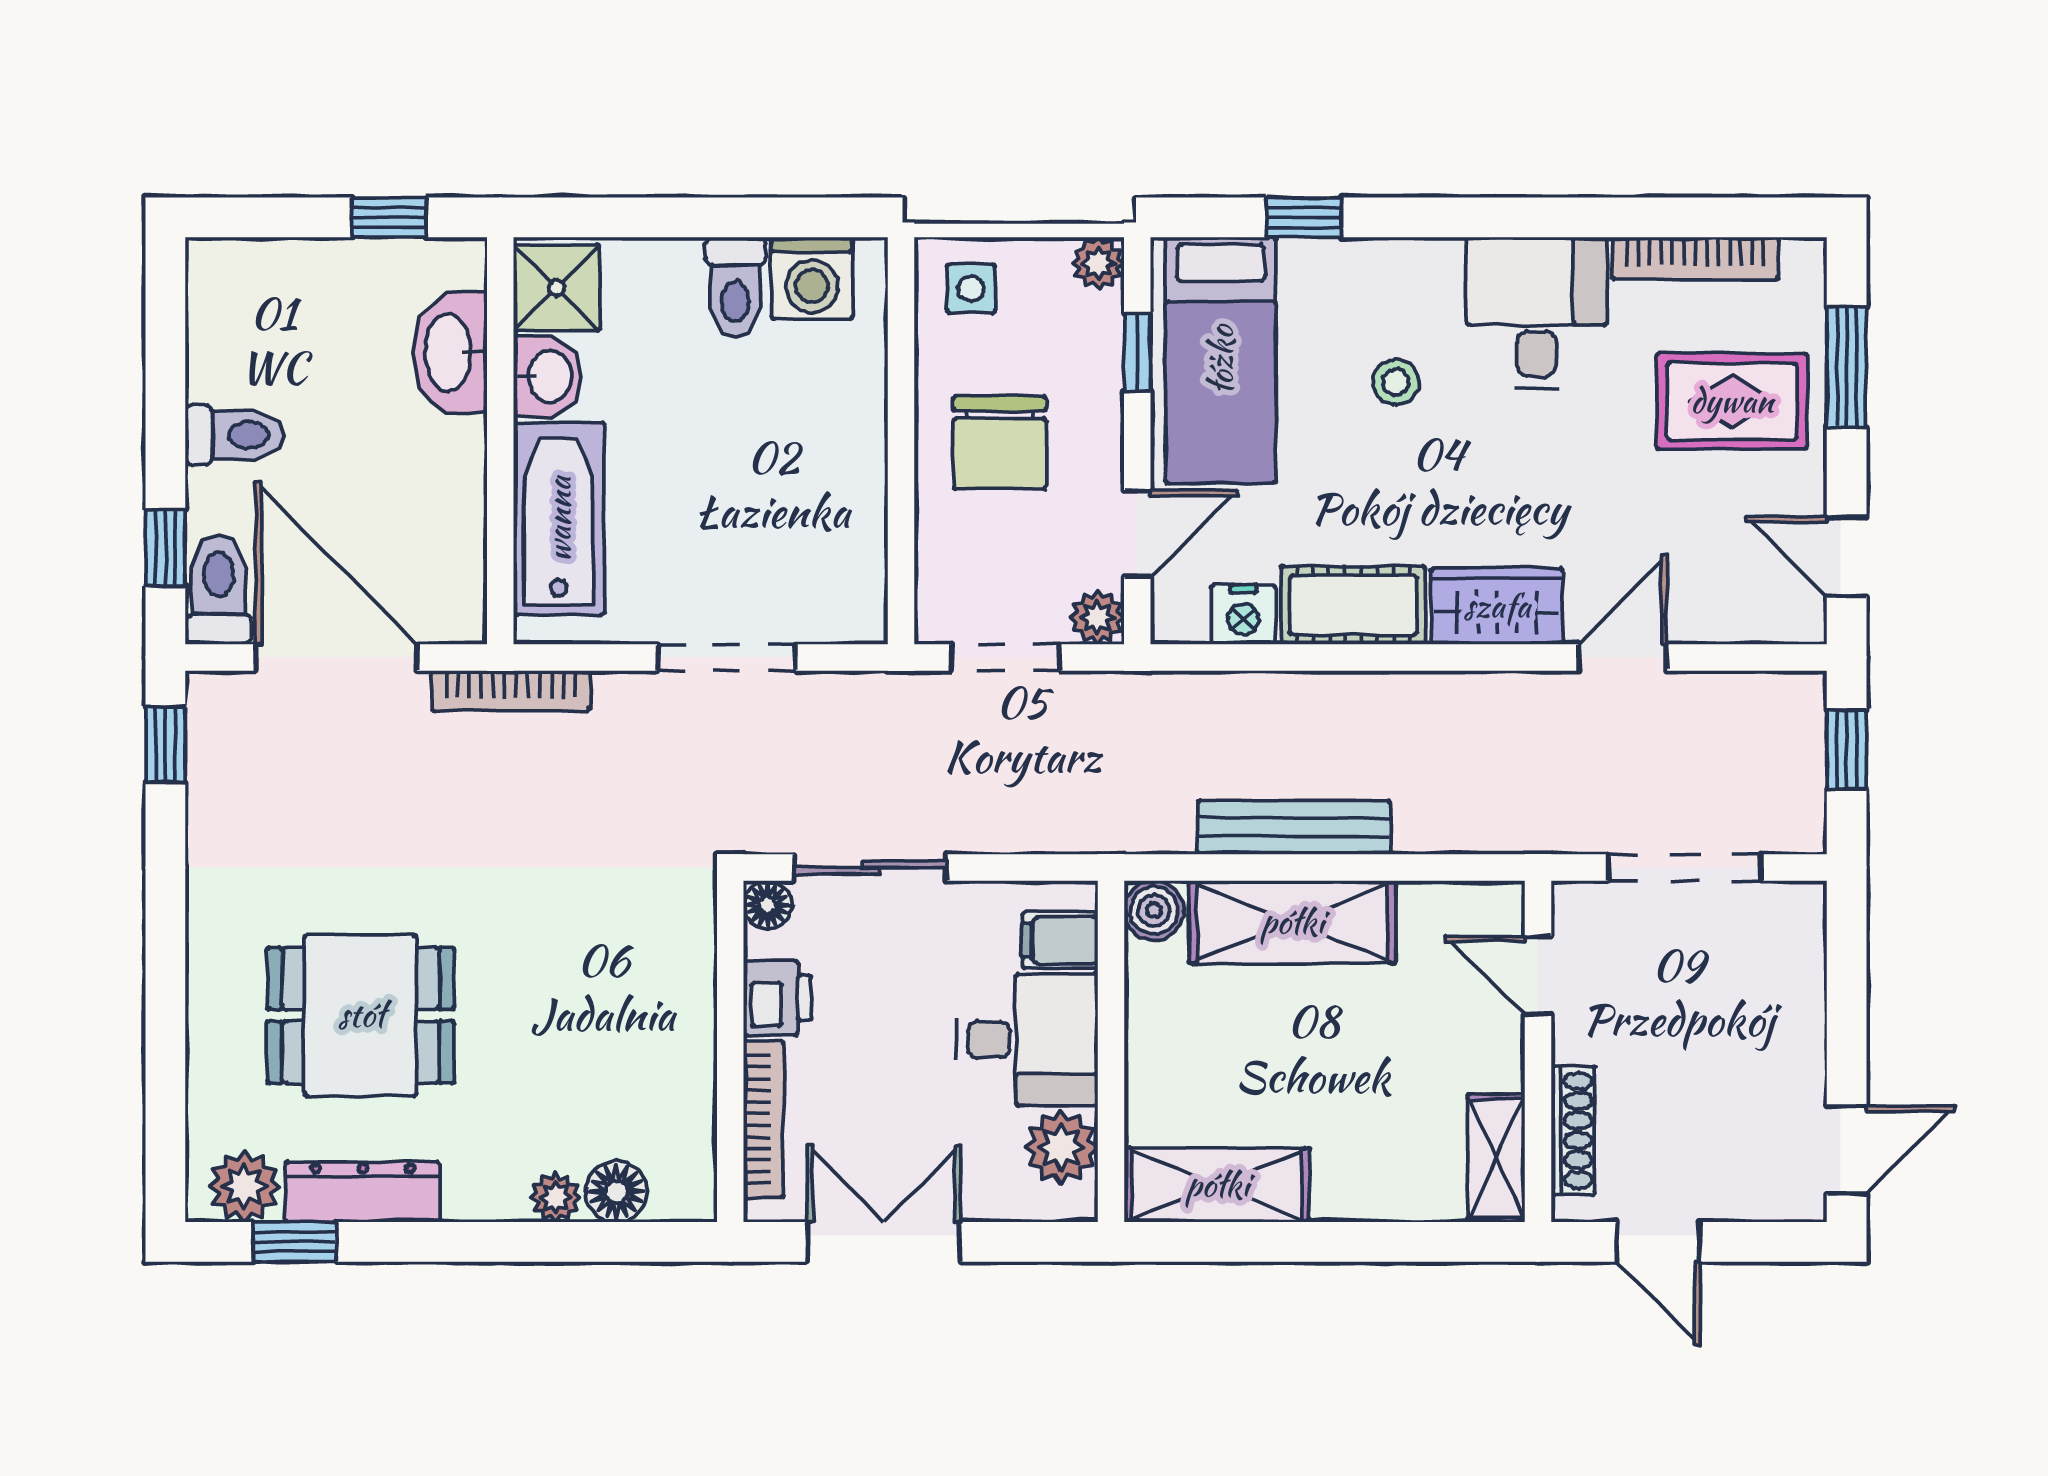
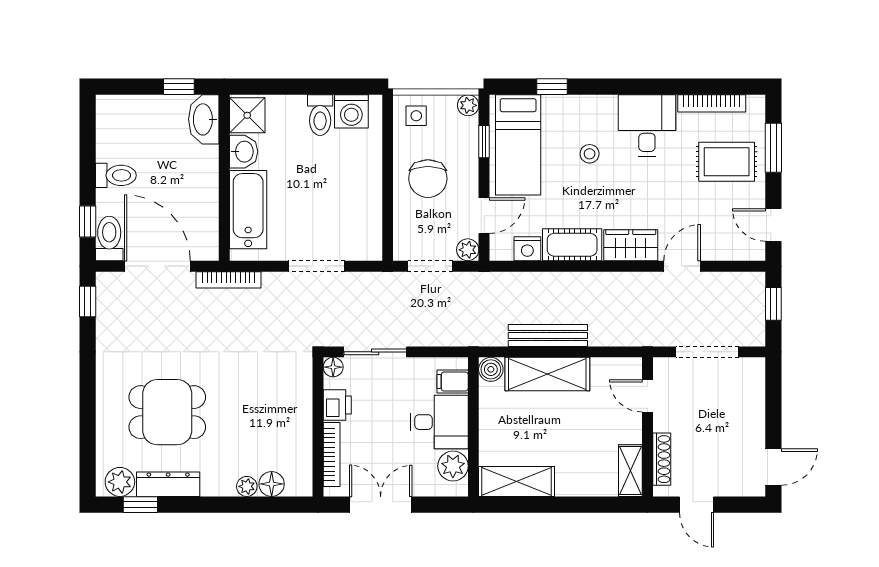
washbasin: (450, 352) -> (204, 119), moved

